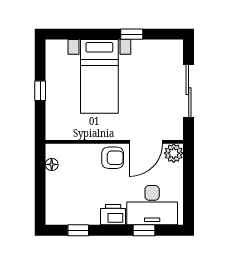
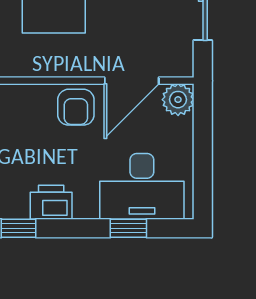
armchair: (113, 158) -> (76, 107), turned 90
printer: (113, 215) -> (51, 202), moved

